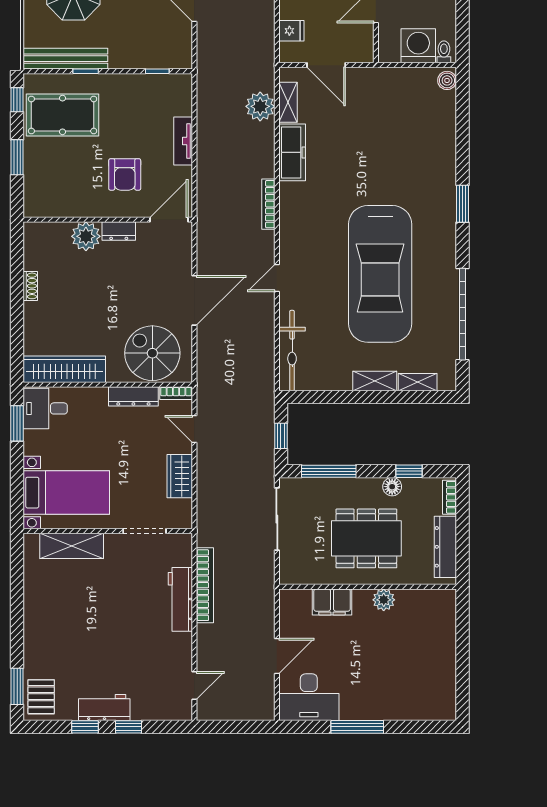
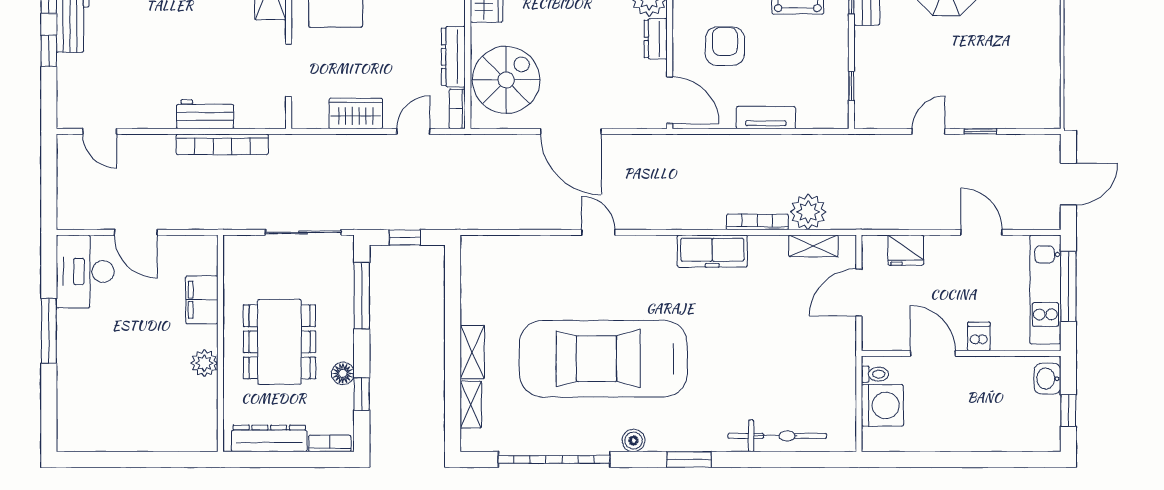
fridge: (291, 31) -> (906, 250), width x1.38
toilet: (444, 52) -> (875, 374), moved
boiler: (447, 80) -> (634, 441), moved
freezer: (292, 152) -> (712, 251), moved
armchair: (125, 174) -> (725, 46), turned 90
bookcase: (268, 204) -> (757, 222), moved
bicycle: (292, 351) -> (777, 436), moved, turned 180
workbench: (180, 599) -> (205, 114), width x0.73

